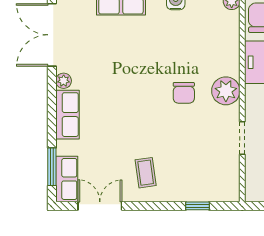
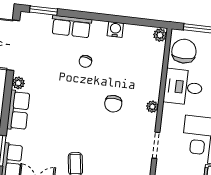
chair: (143, 45) -> (85, 61), added
plant: (226, 91) -> (152, 107), width x0.53, depth x0.53

